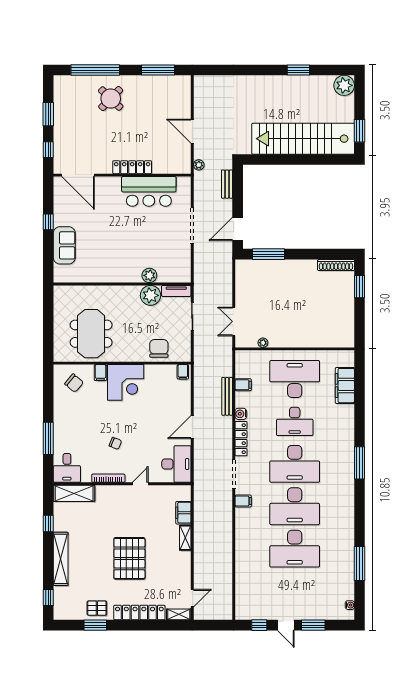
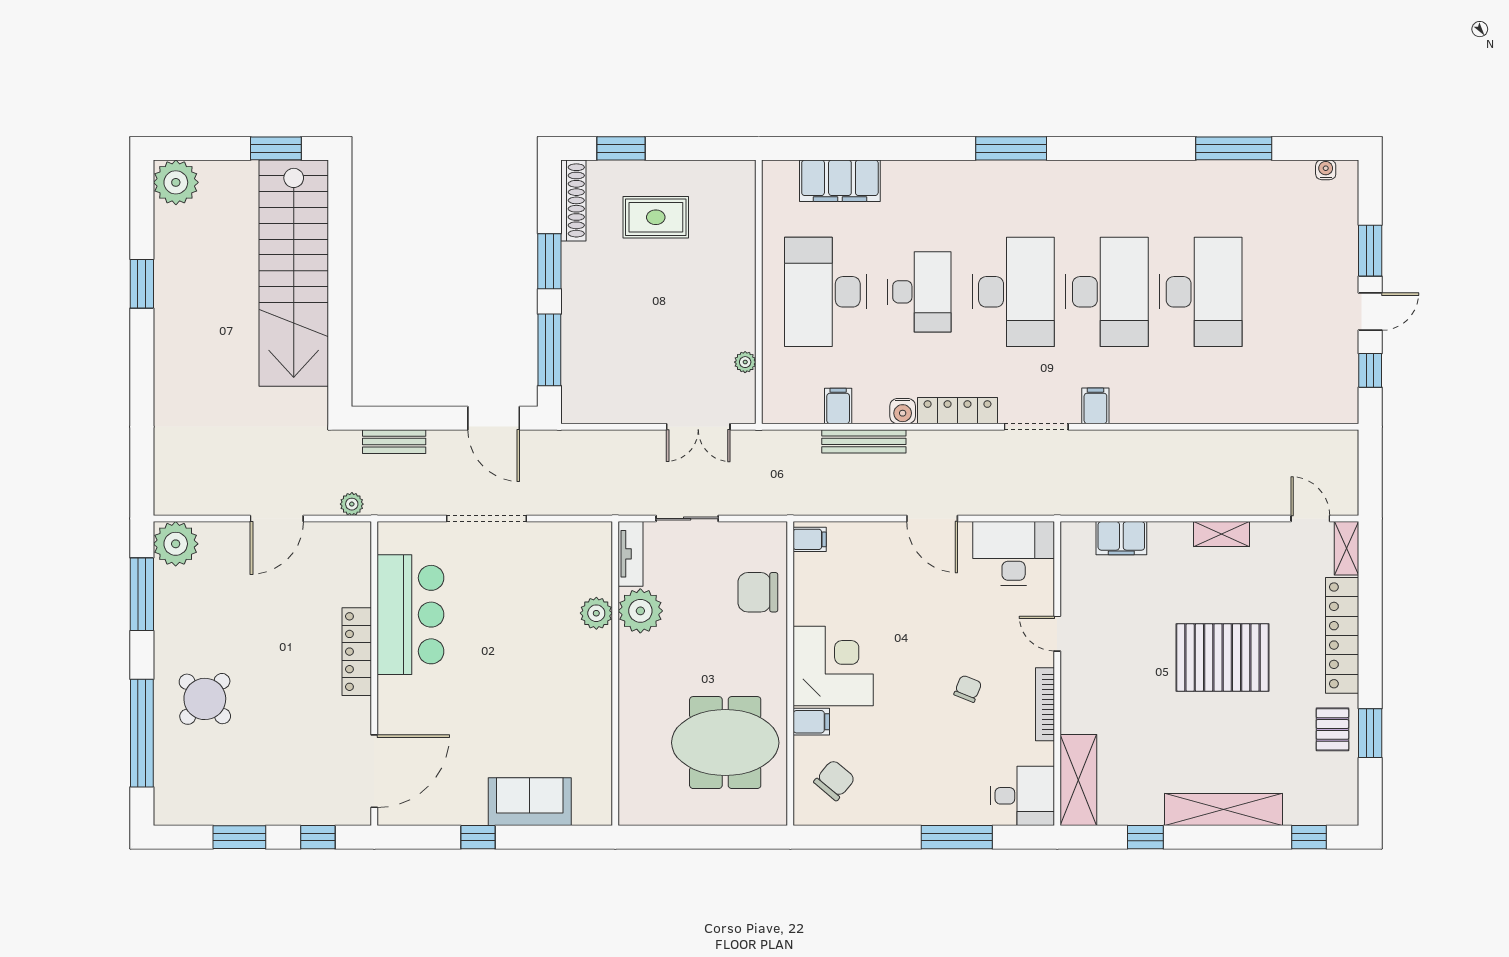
plant: (181, 85) -> (176, 544), added
window: (308, 254) -> (549, 261), added
rug: (328, 302) -> (656, 217), added
shelving: (185, 538) -> (1222, 534), moved

